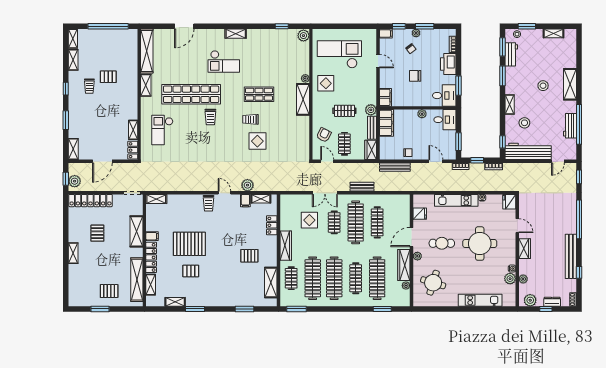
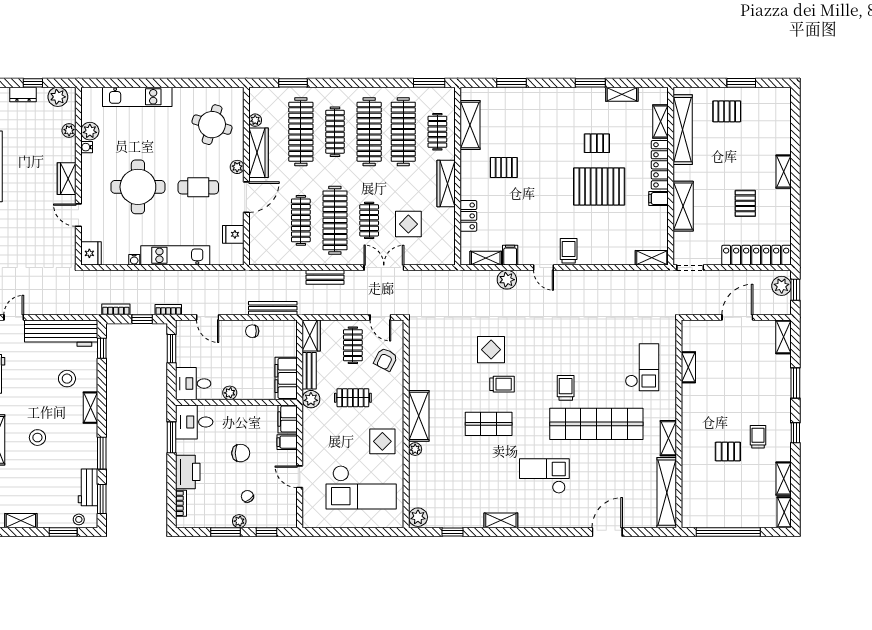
shelving: (236, 34) -> (501, 520), moved
filing cabinet: (386, 34) -> (287, 442), moved
locker: (133, 150) -> (689, 335), removed

